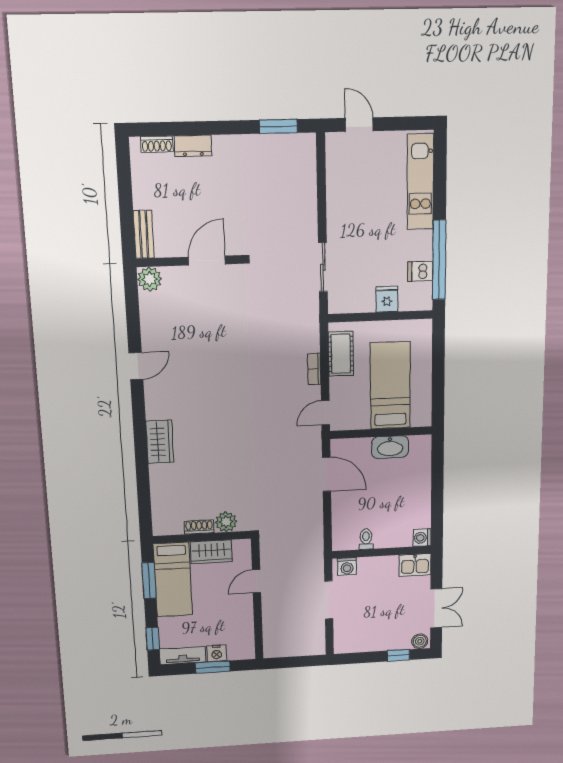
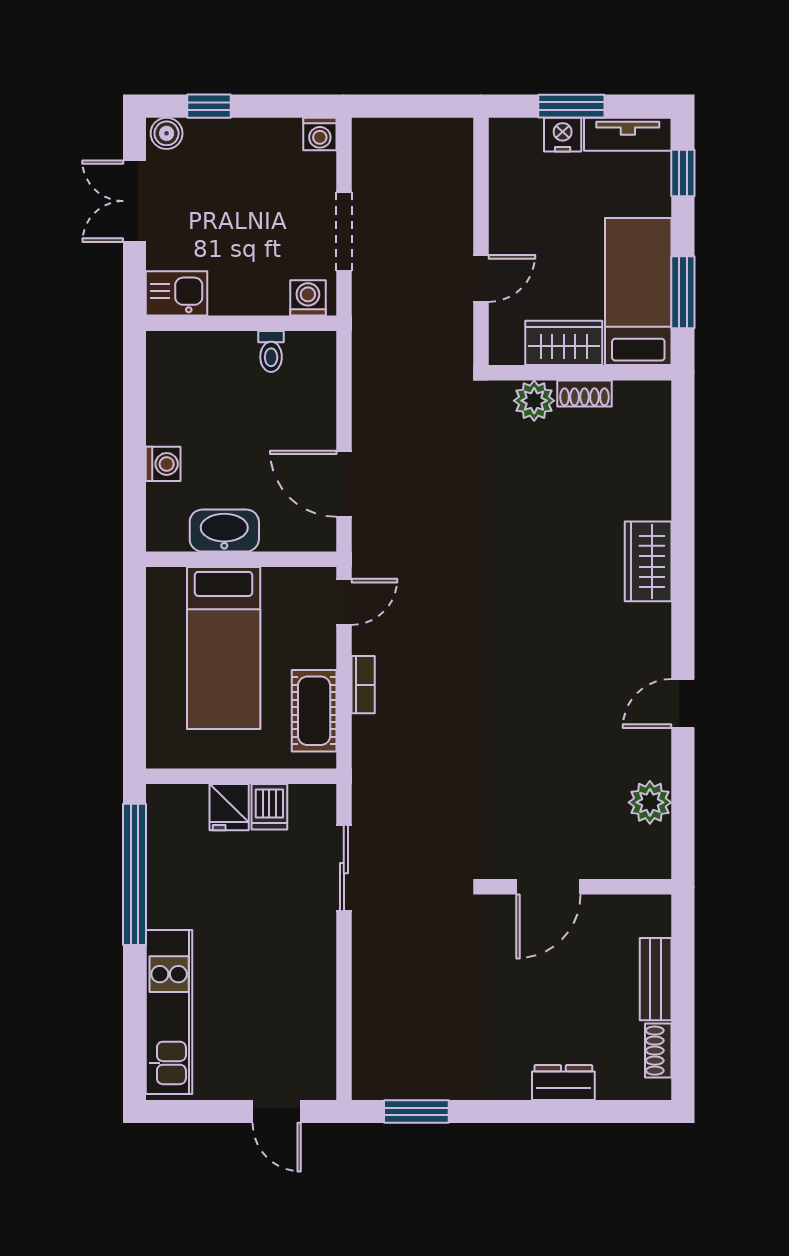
shoe rack: (157, 144) -> (658, 1051), moved, turned -90
bench: (144, 234) -> (656, 979), moved
dishwasher: (420, 271) -> (269, 807), moved, turned 90
plant: (150, 279) -> (650, 802), moved
washing machine: (422, 538) -> (163, 464), moved
washing machine: (342, 646) -> (320, 134), added

